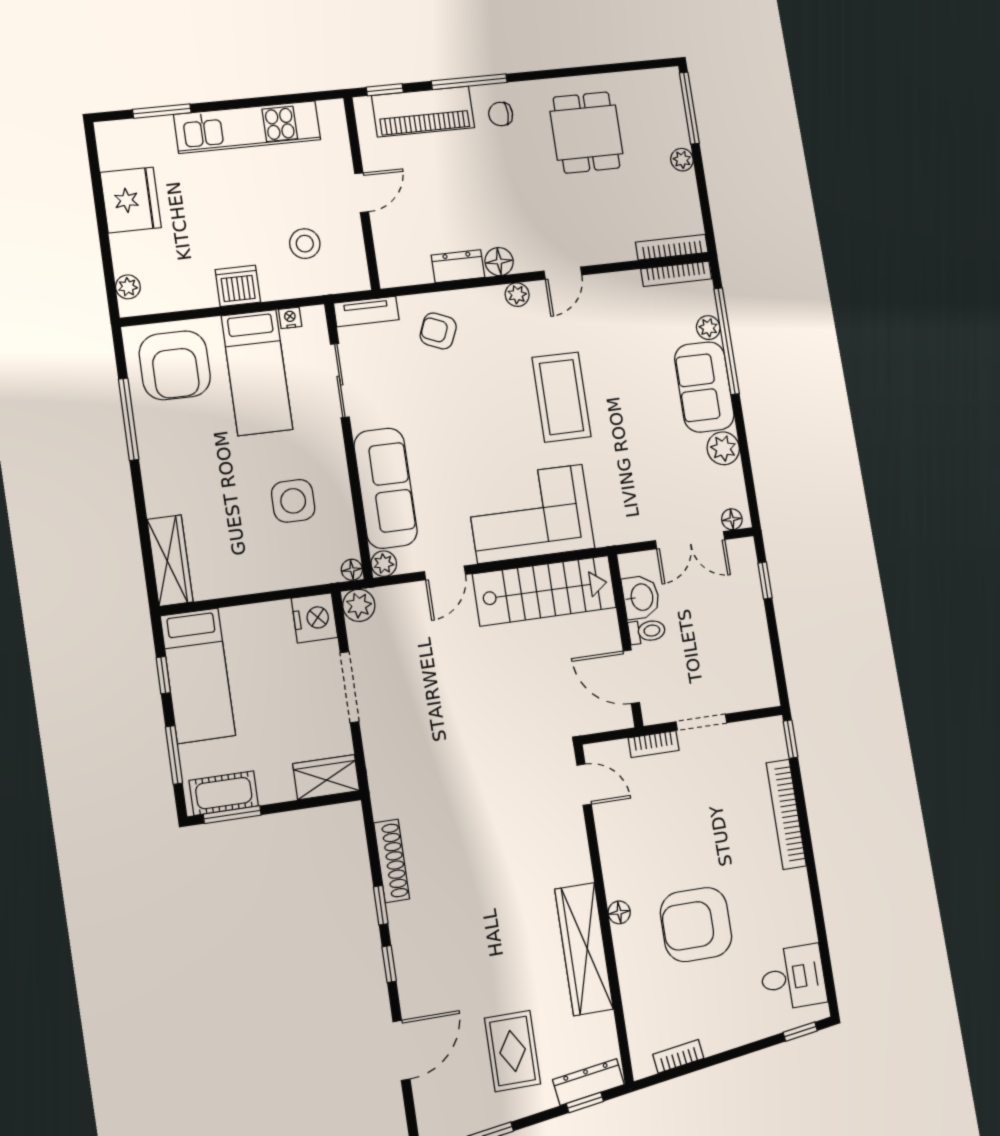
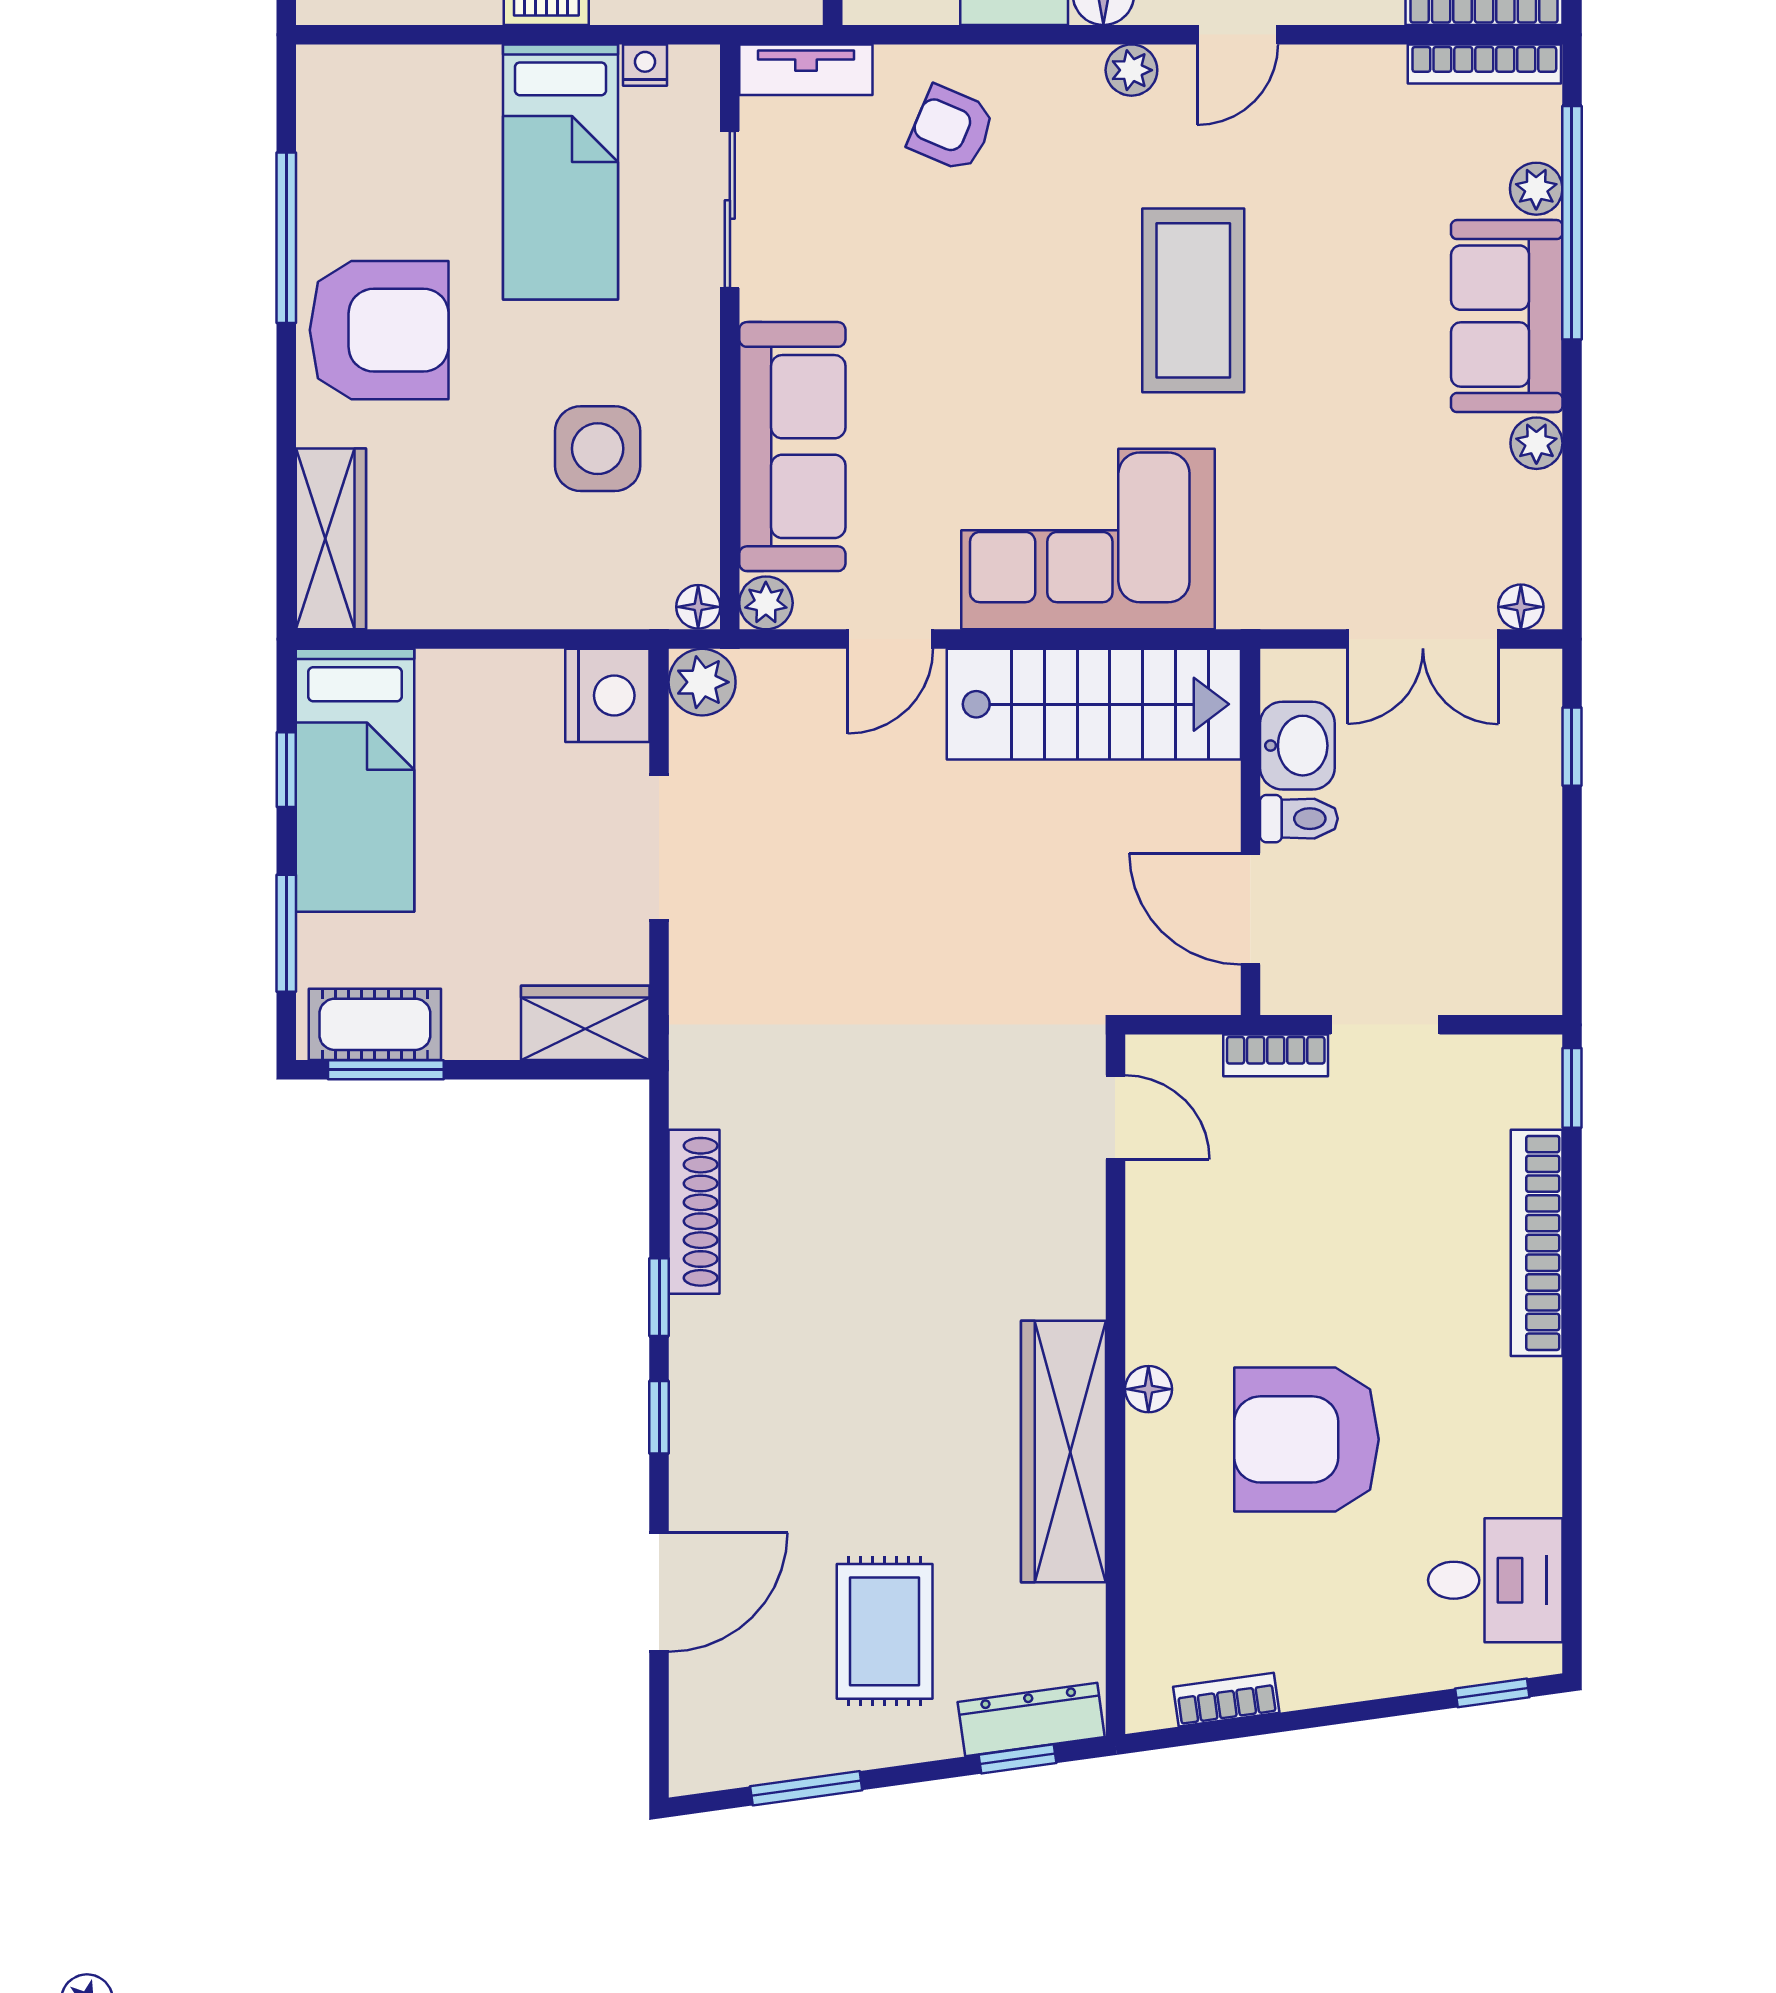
armchair: (175, 365) -> (379, 330), moved, turned -90
plant: (723, 448) -> (1536, 443), width x0.73, depth x0.73

